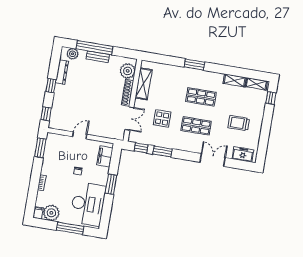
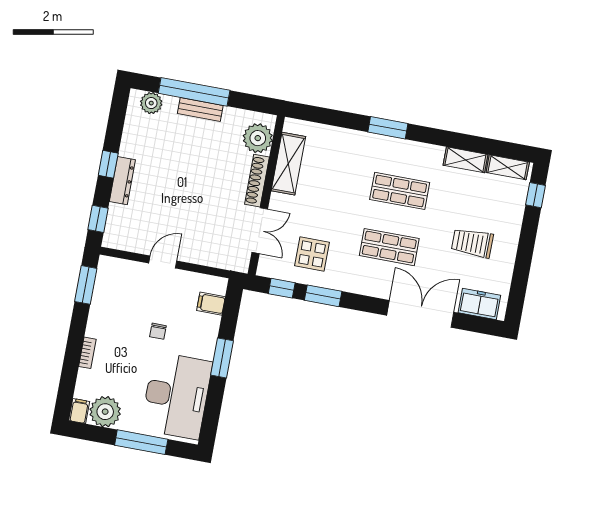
dresser: (62, 72) -> (122, 181), moved
display table: (162, 118) -> (312, 254), moved
filing cabinet: (105, 156) -> (211, 304), width x0.50
double door: (213, 160) -> (420, 314), width x1.37

